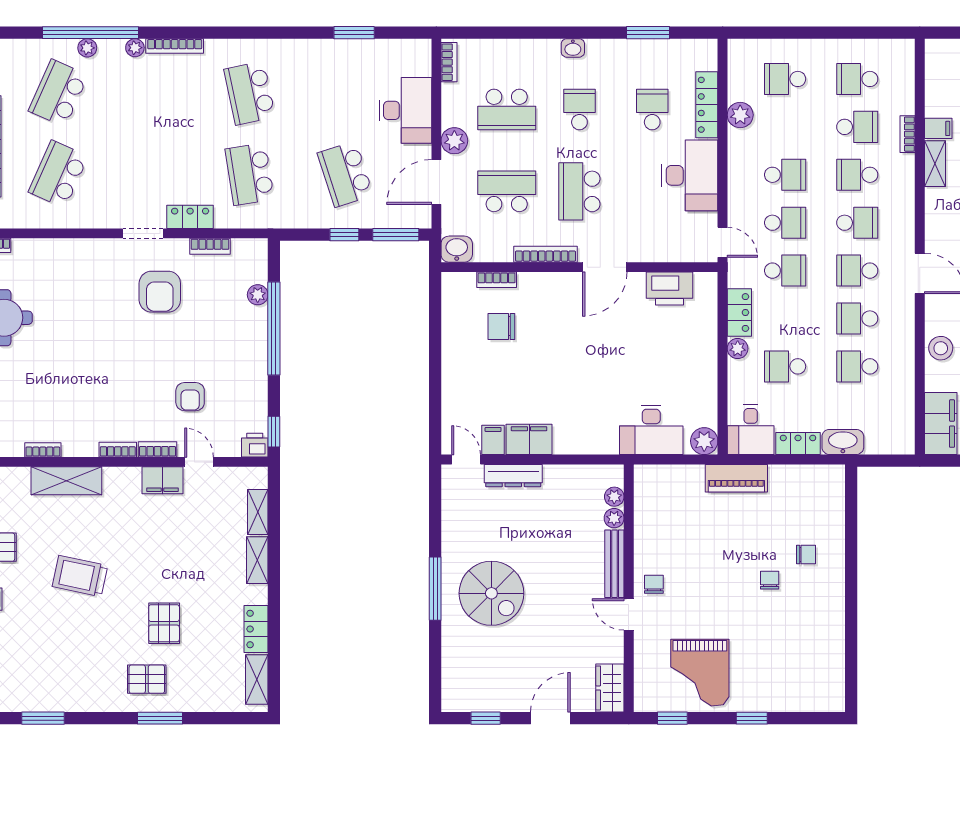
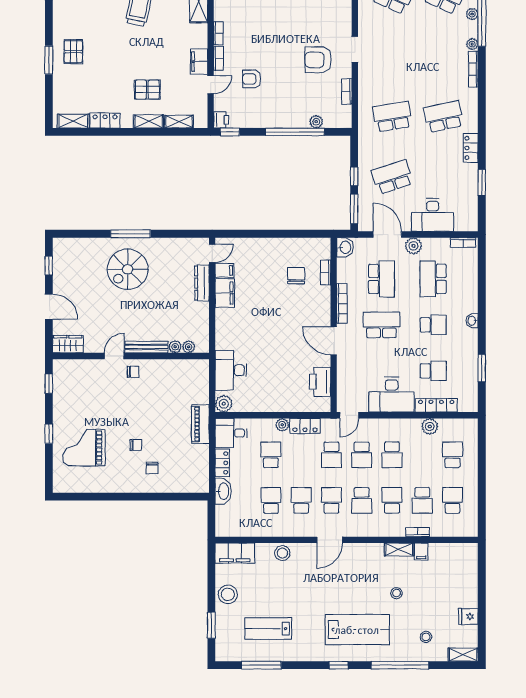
locker: (190, 217) -> (471, 148), moved, turned 180
pallet: (164, 623) -> (147, 90), moved
grand piano: (700, 673) -> (84, 448), moved

